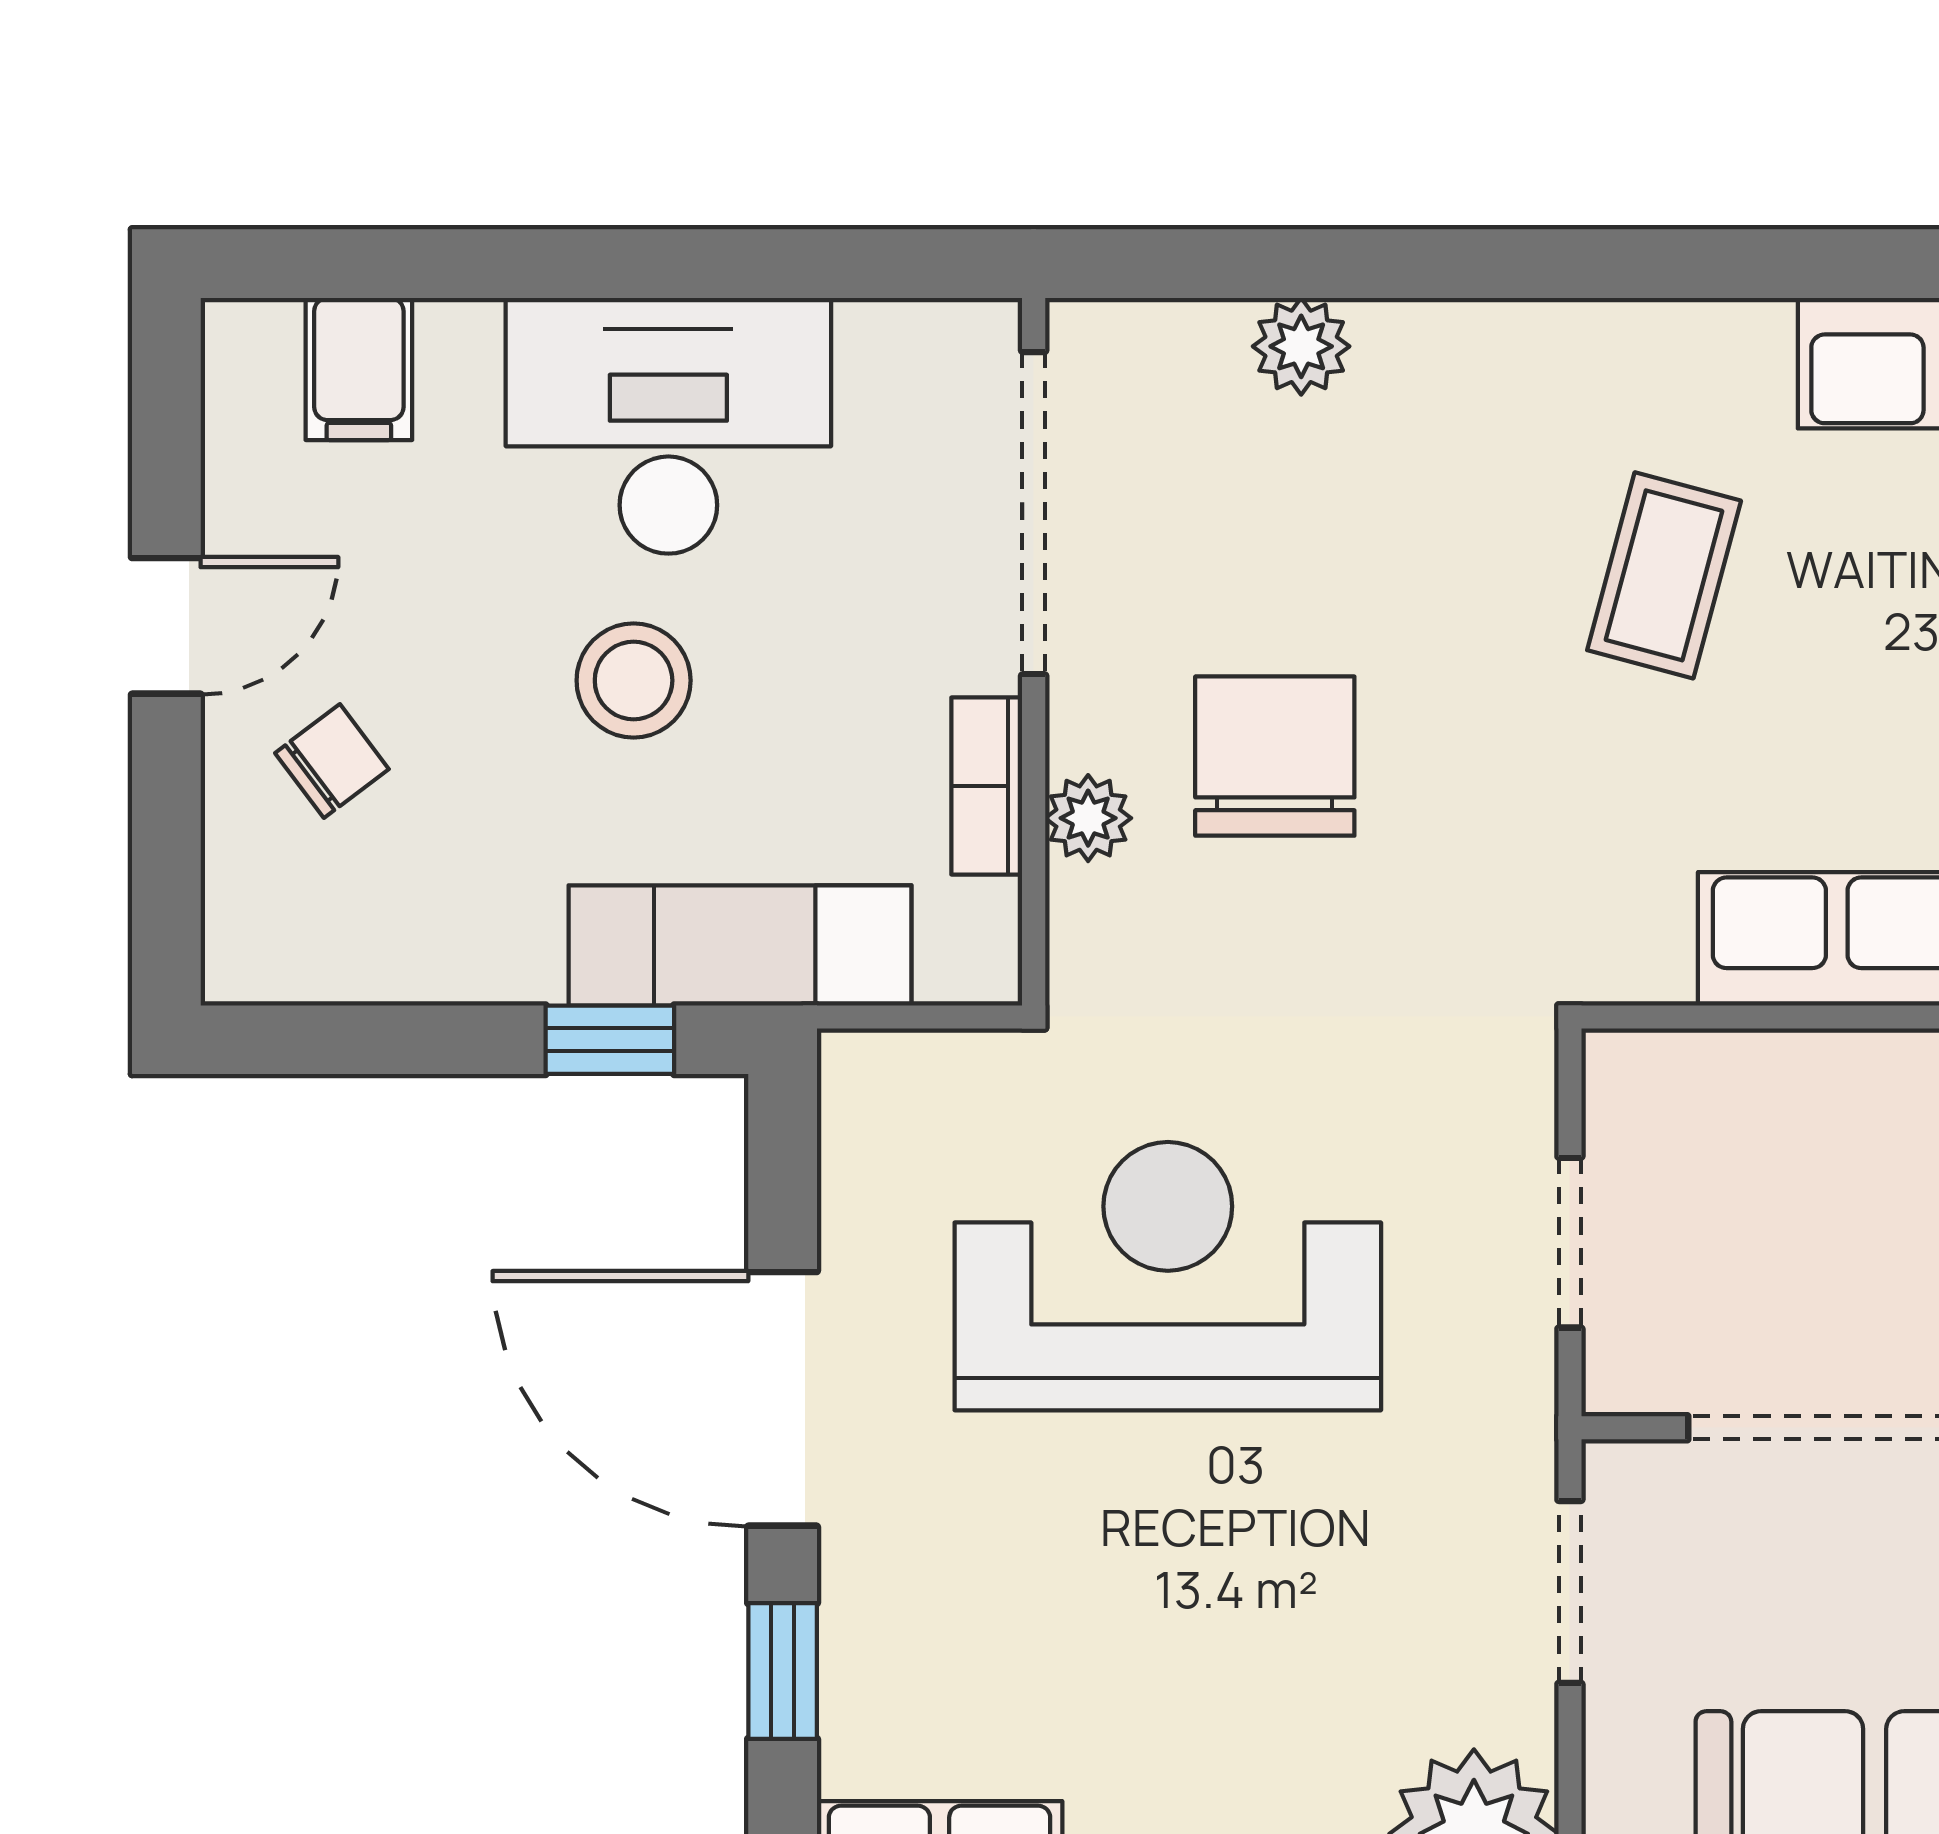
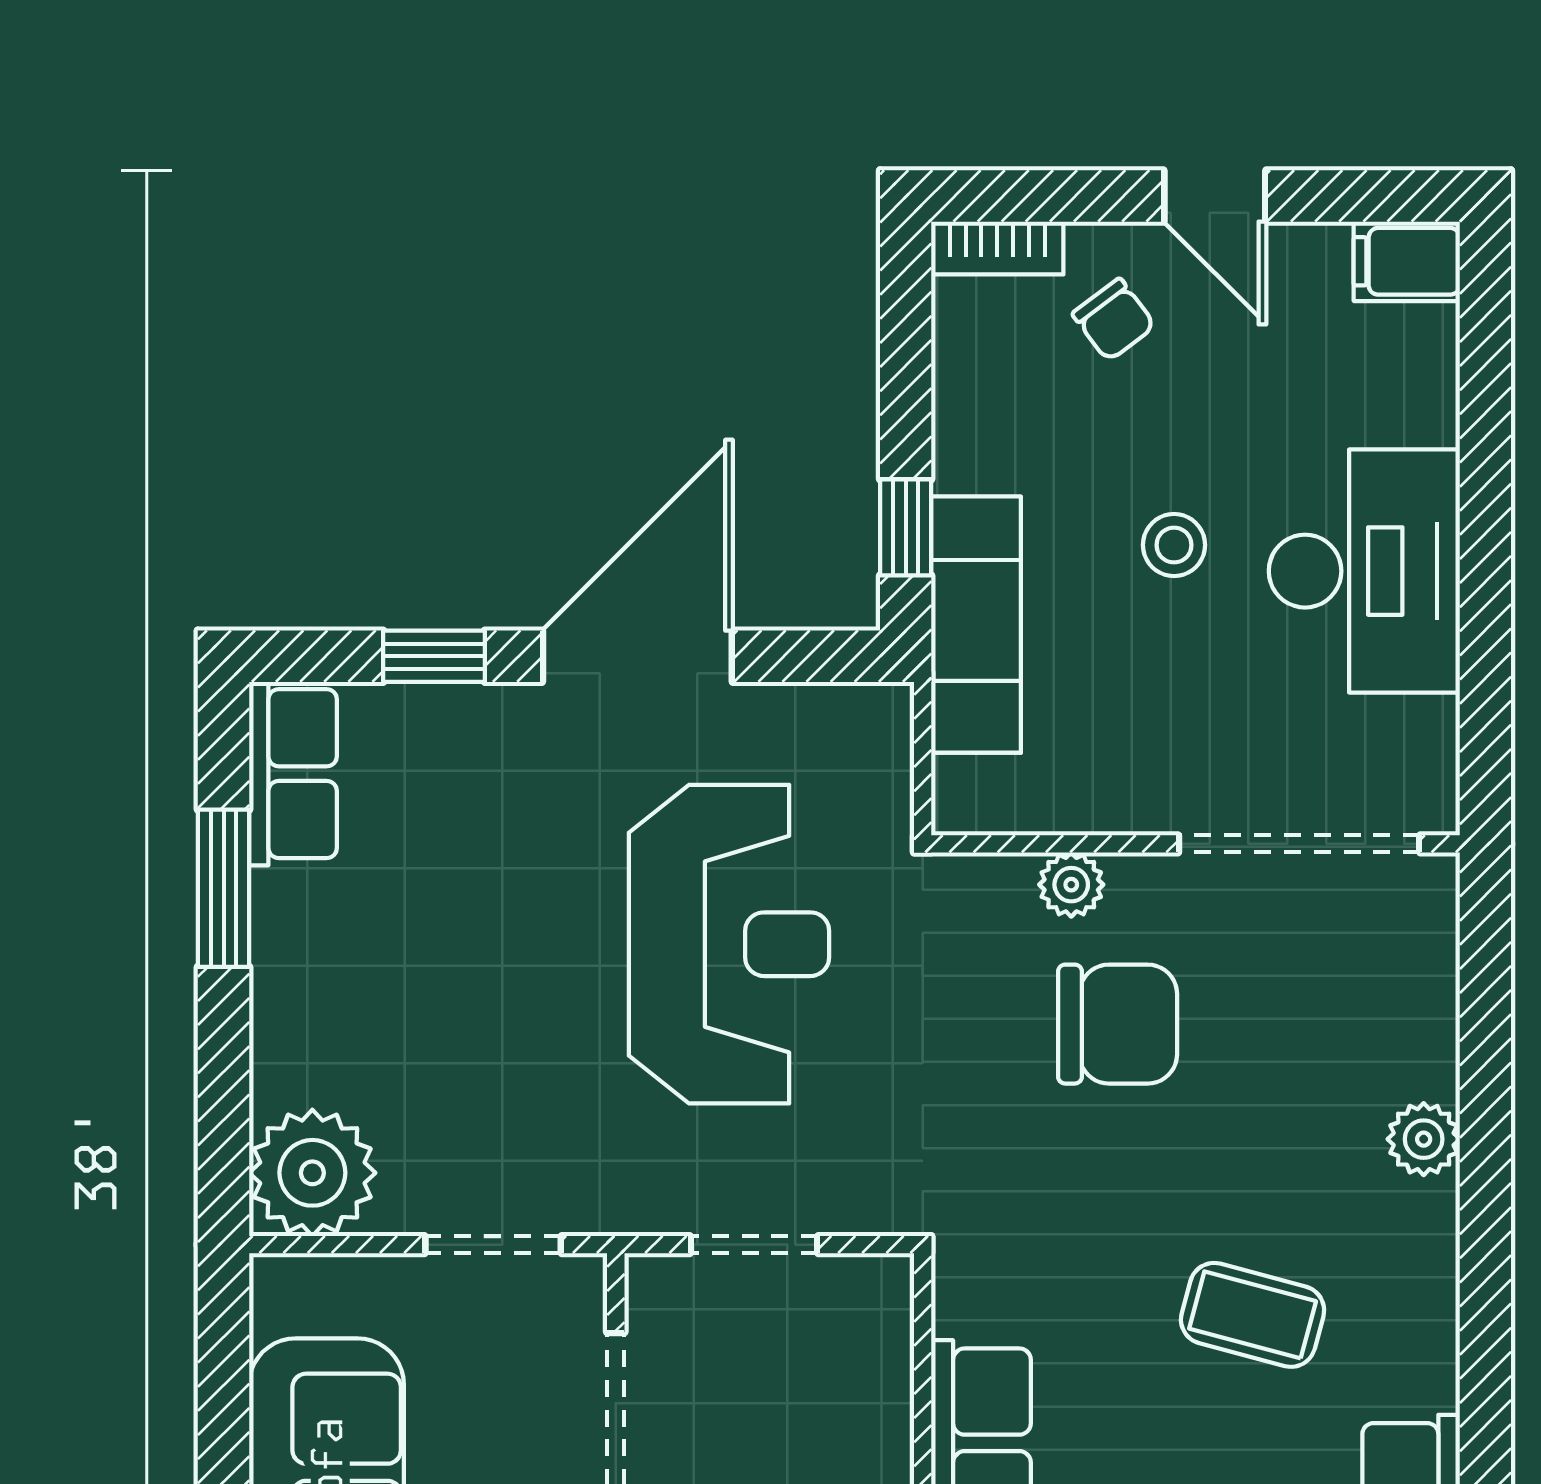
plant: (1301, 346) -> (1424, 1139), moved
filing cabinet: (359, 369) -> (1407, 261), moved
stool: (634, 680) -> (1174, 545), width x0.73, depth x0.73
bookcase: (987, 786) -> (997, 248), moved, turned 180

